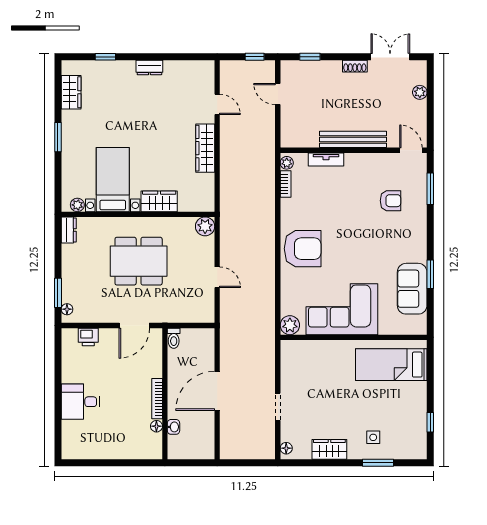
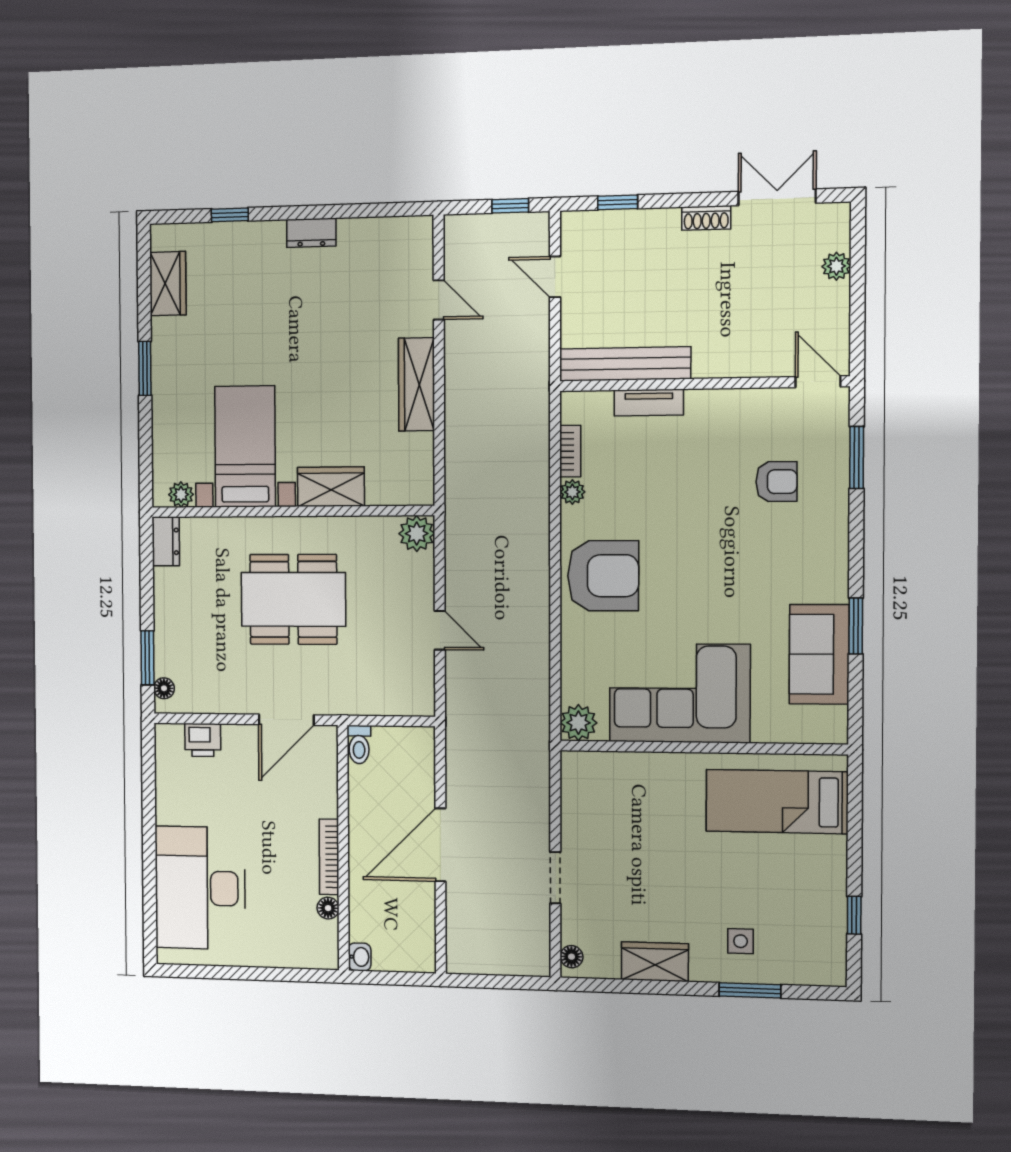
bench: (353, 139) -> (625, 364), moved
plant: (287, 163) -> (572, 492), moved
desk: (80, 402) -> (200, 888), width x1.87, depth x1.30
washbasin: (173, 427) -> (360, 957), moved

